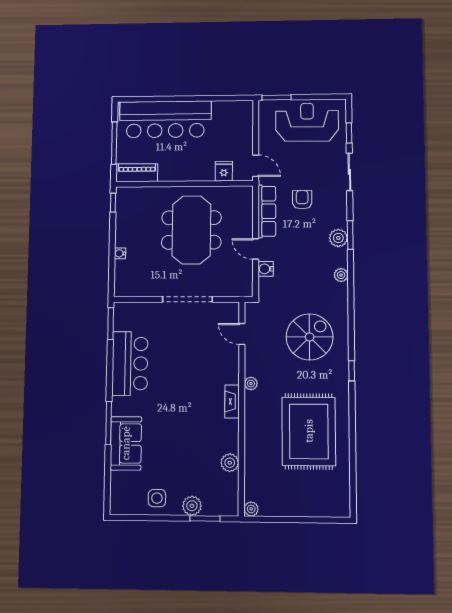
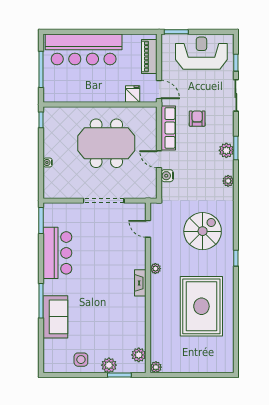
piano: (137, 173) -> (149, 56), moved, turned -90
meeting table: (191, 230) -> (106, 143), turned 90
plant: (230, 463) -> (139, 355), moved

